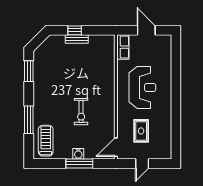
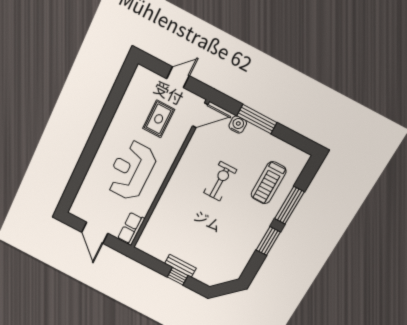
window: (29, 71) -> (268, 241), moved
treadmill: (46, 141) -> (269, 183), moved
water cooler: (78, 154) -> (238, 125), moved

